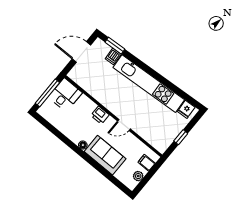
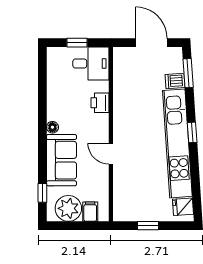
window: (149, 70) -> (192, 132), added
window: (47, 93) -> (77, 43), width x0.46
printer: (100, 115) -> (100, 103), moved
plant: (138, 176) -> (68, 208), width x1.87, depth x1.87
window: (114, 181) -> (42, 193), added

